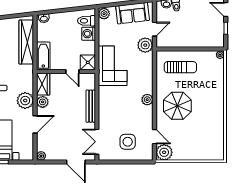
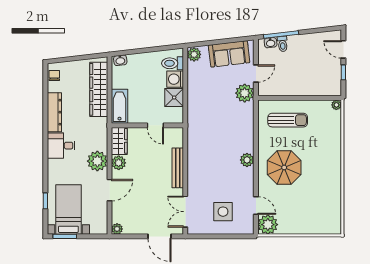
shower: (88, 62) -> (174, 97), moved
corner sofa: (113, 66) -> (205, 118), removed

